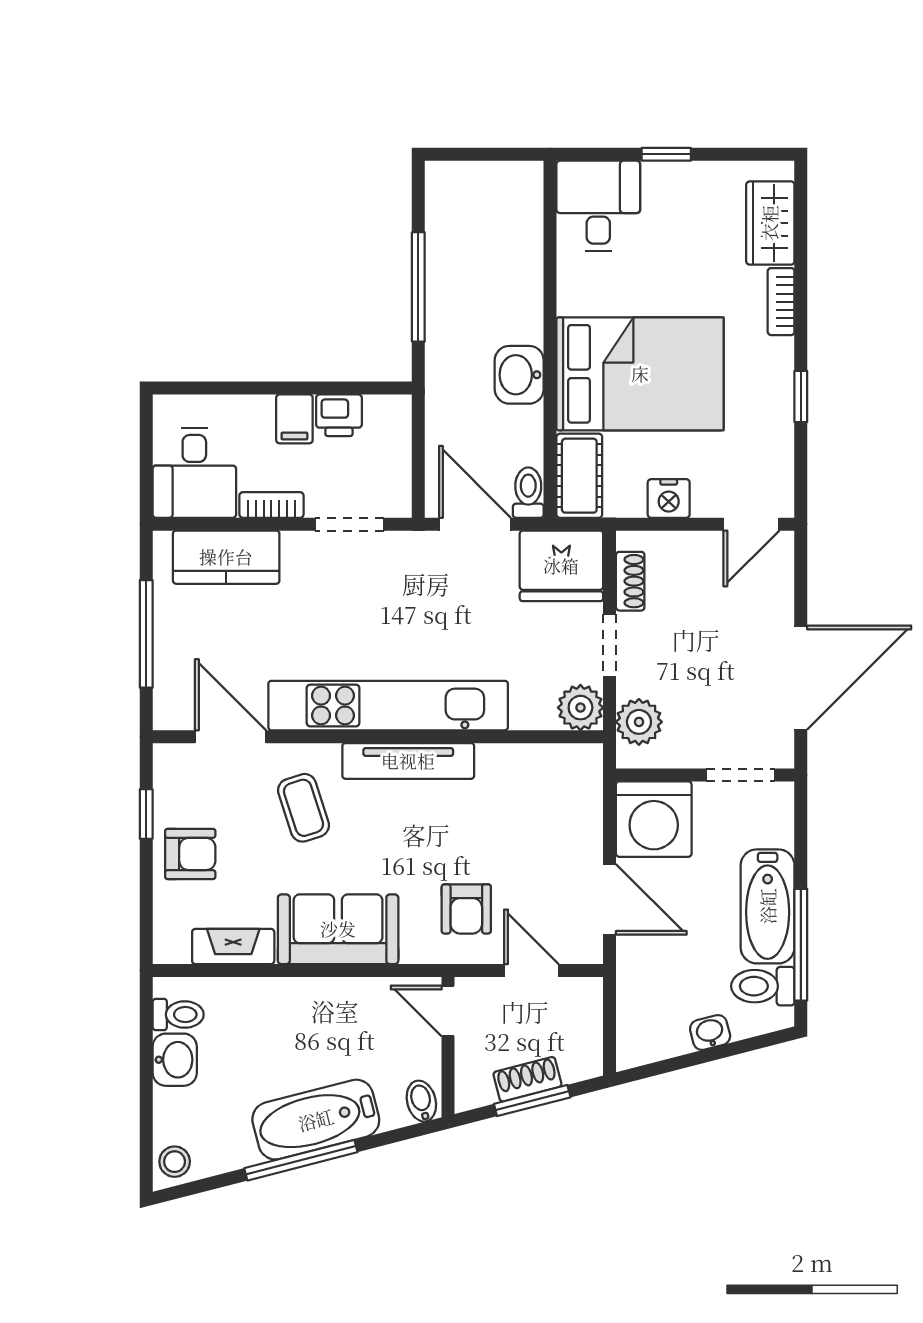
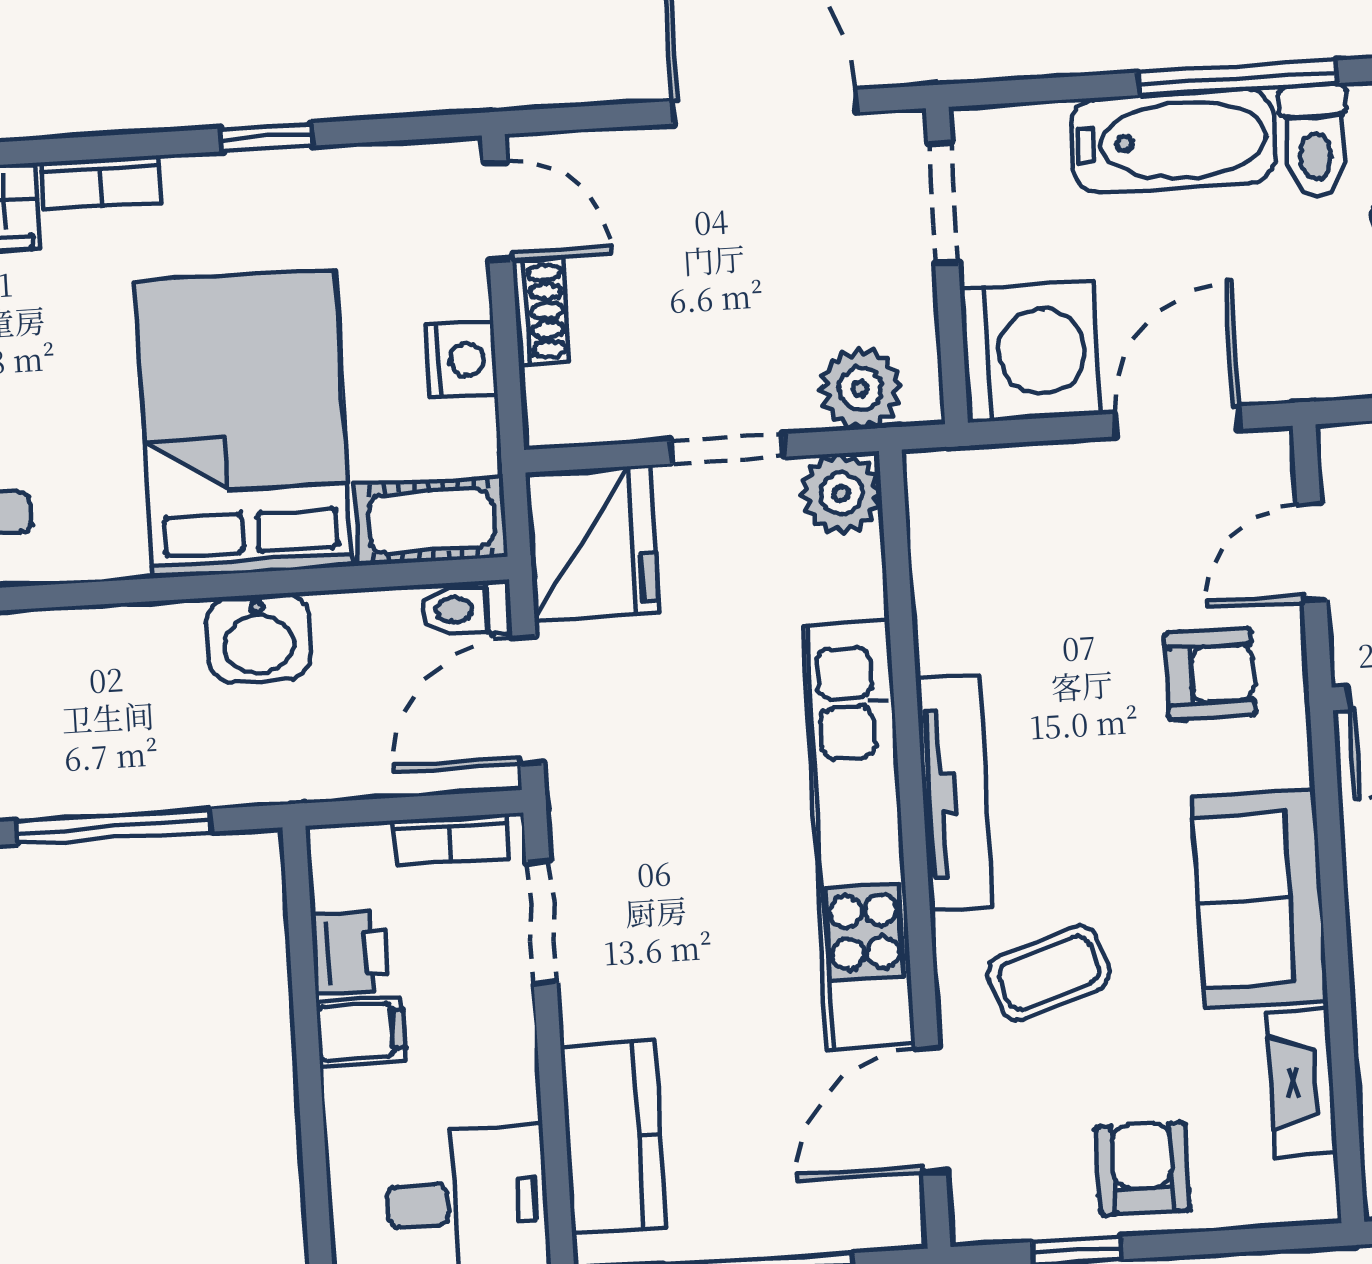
bookcase: (271, 505) -> (450, 840), moved, turned -90
shoe rack: (630, 581) -> (541, 311), moved, turned 90

